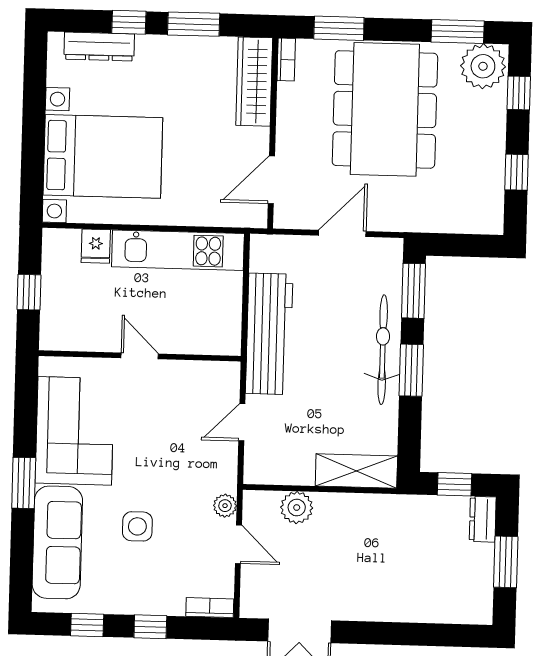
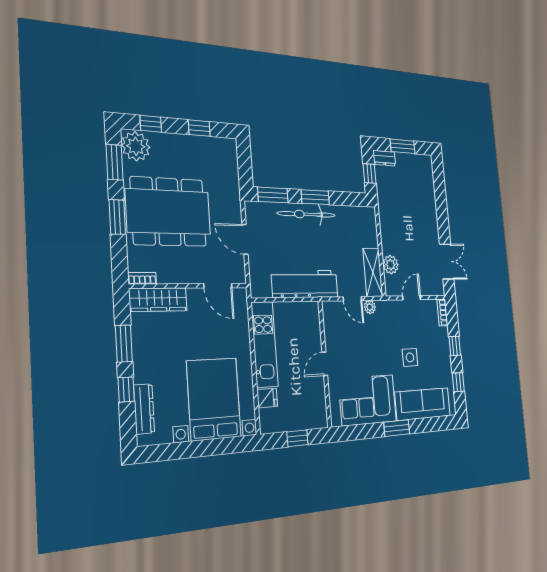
window: (339, 28) -> (117, 217), moved
shelving: (356, 471) -> (373, 273), moved
plant: (225, 506) -> (370, 307), moved

